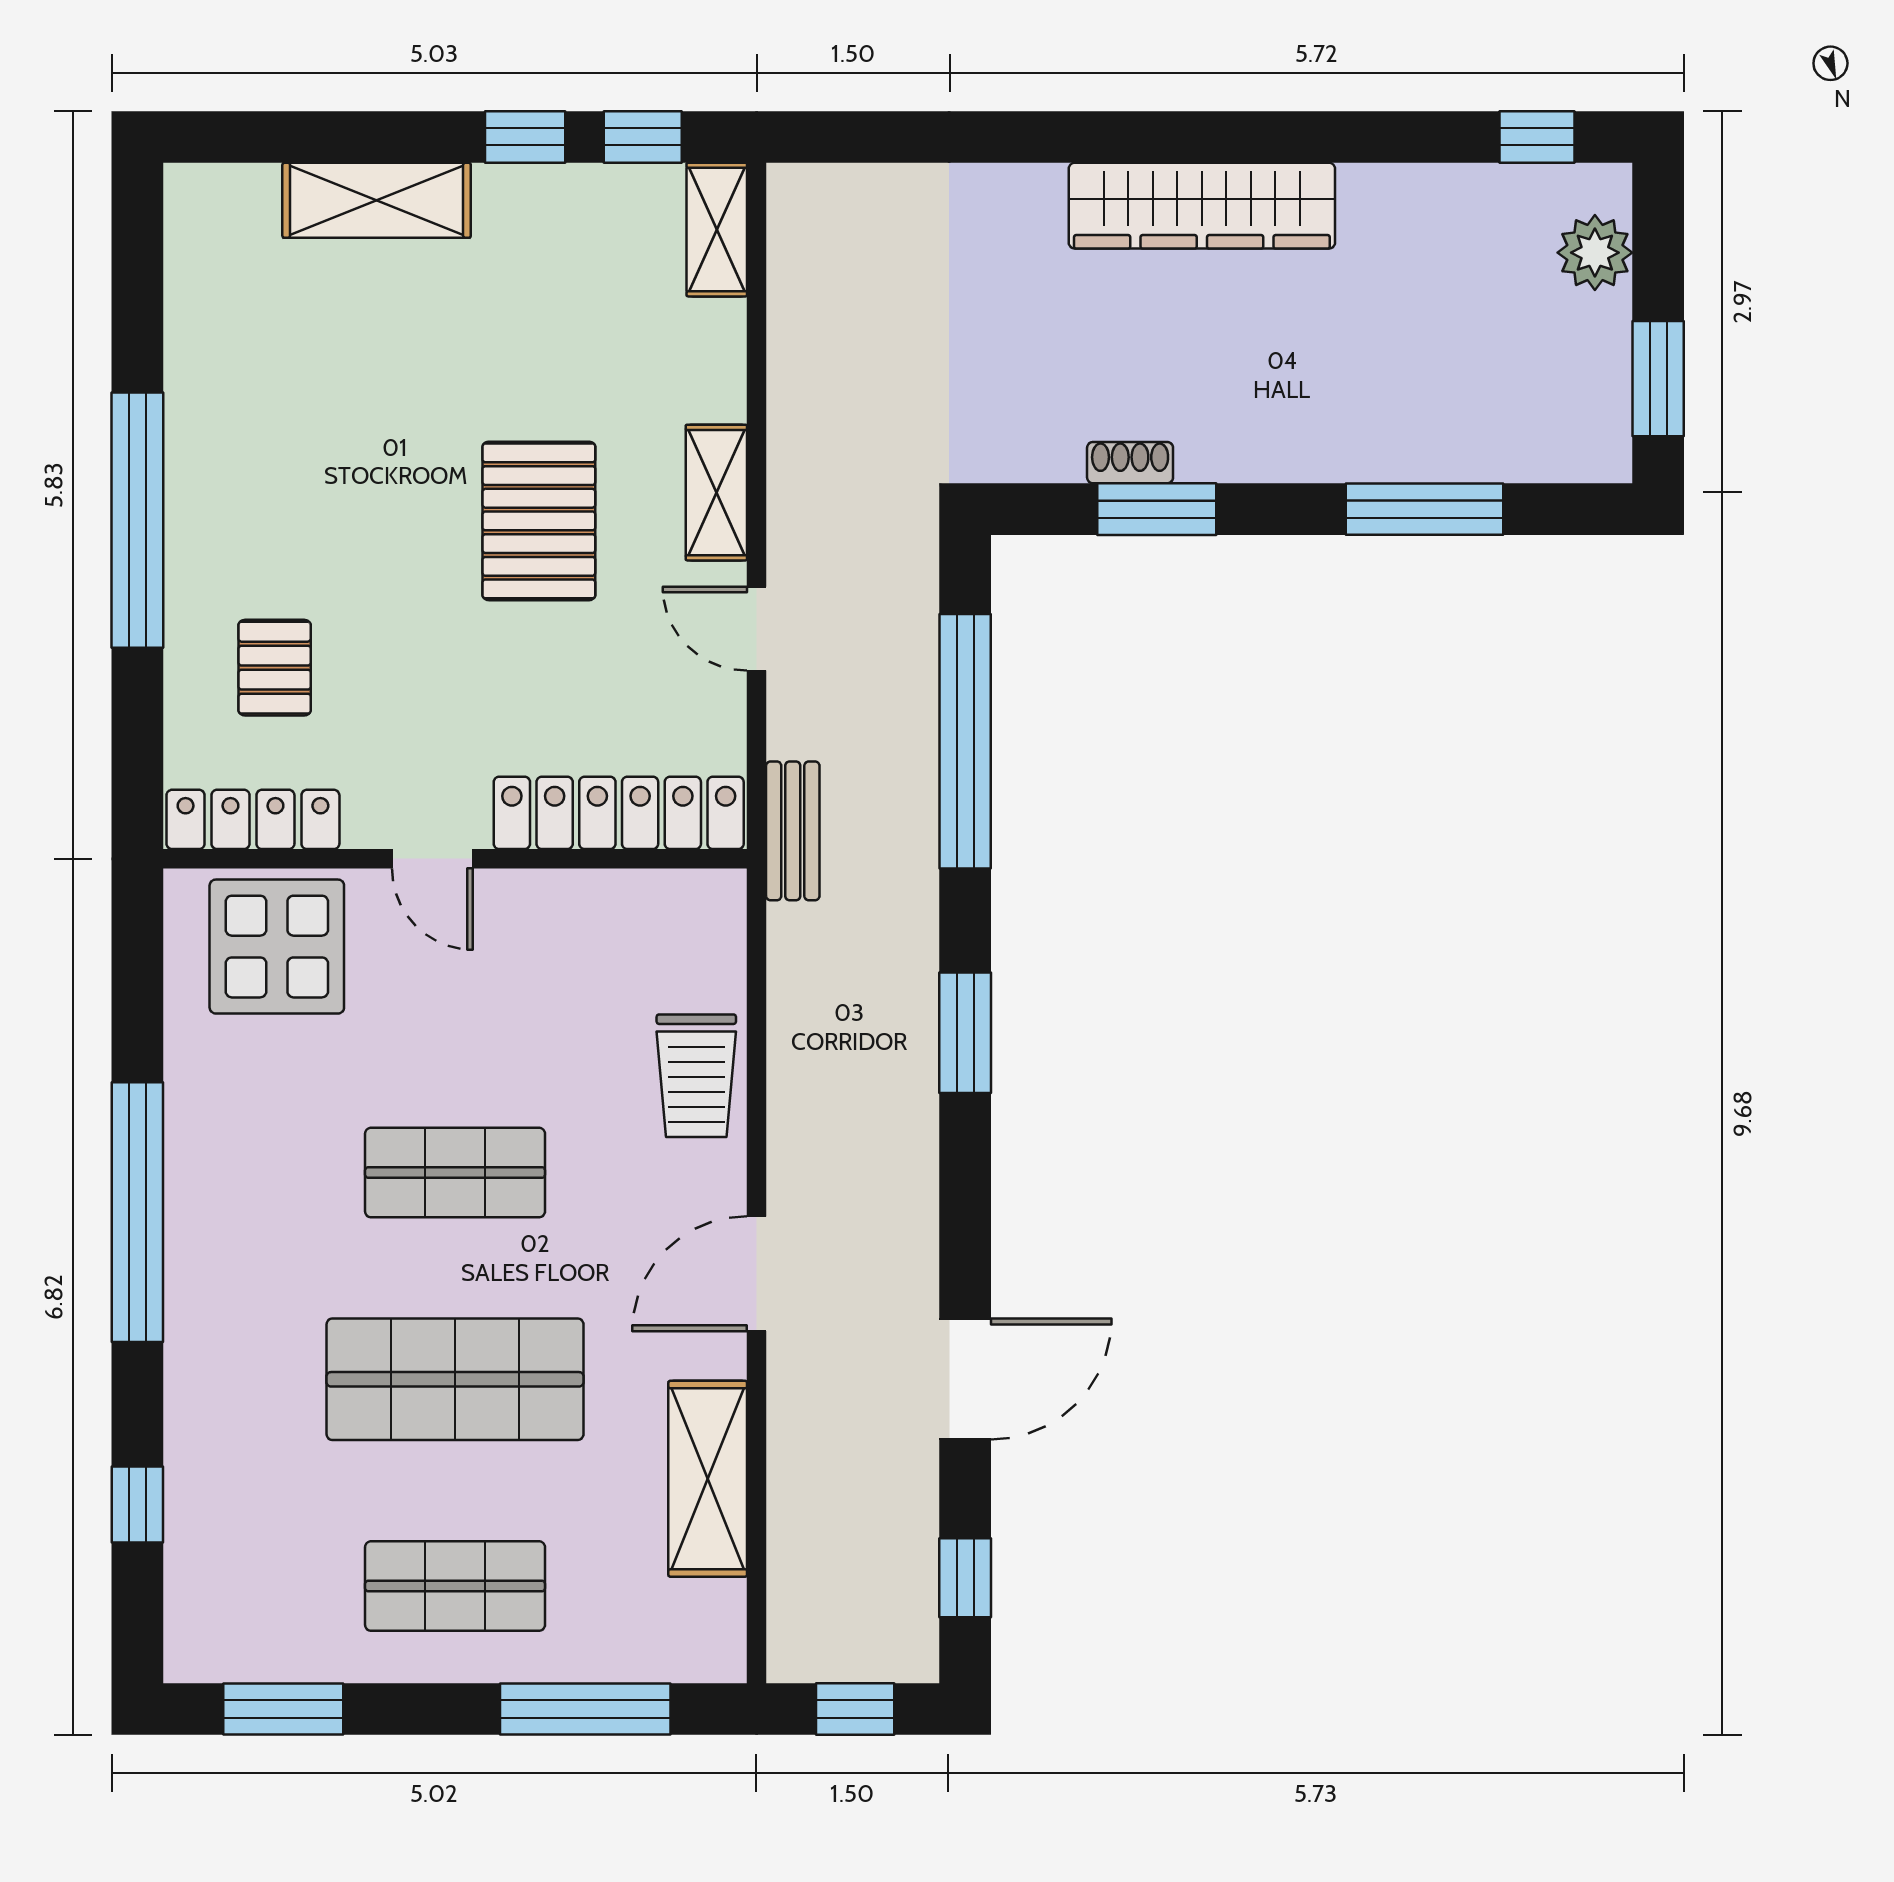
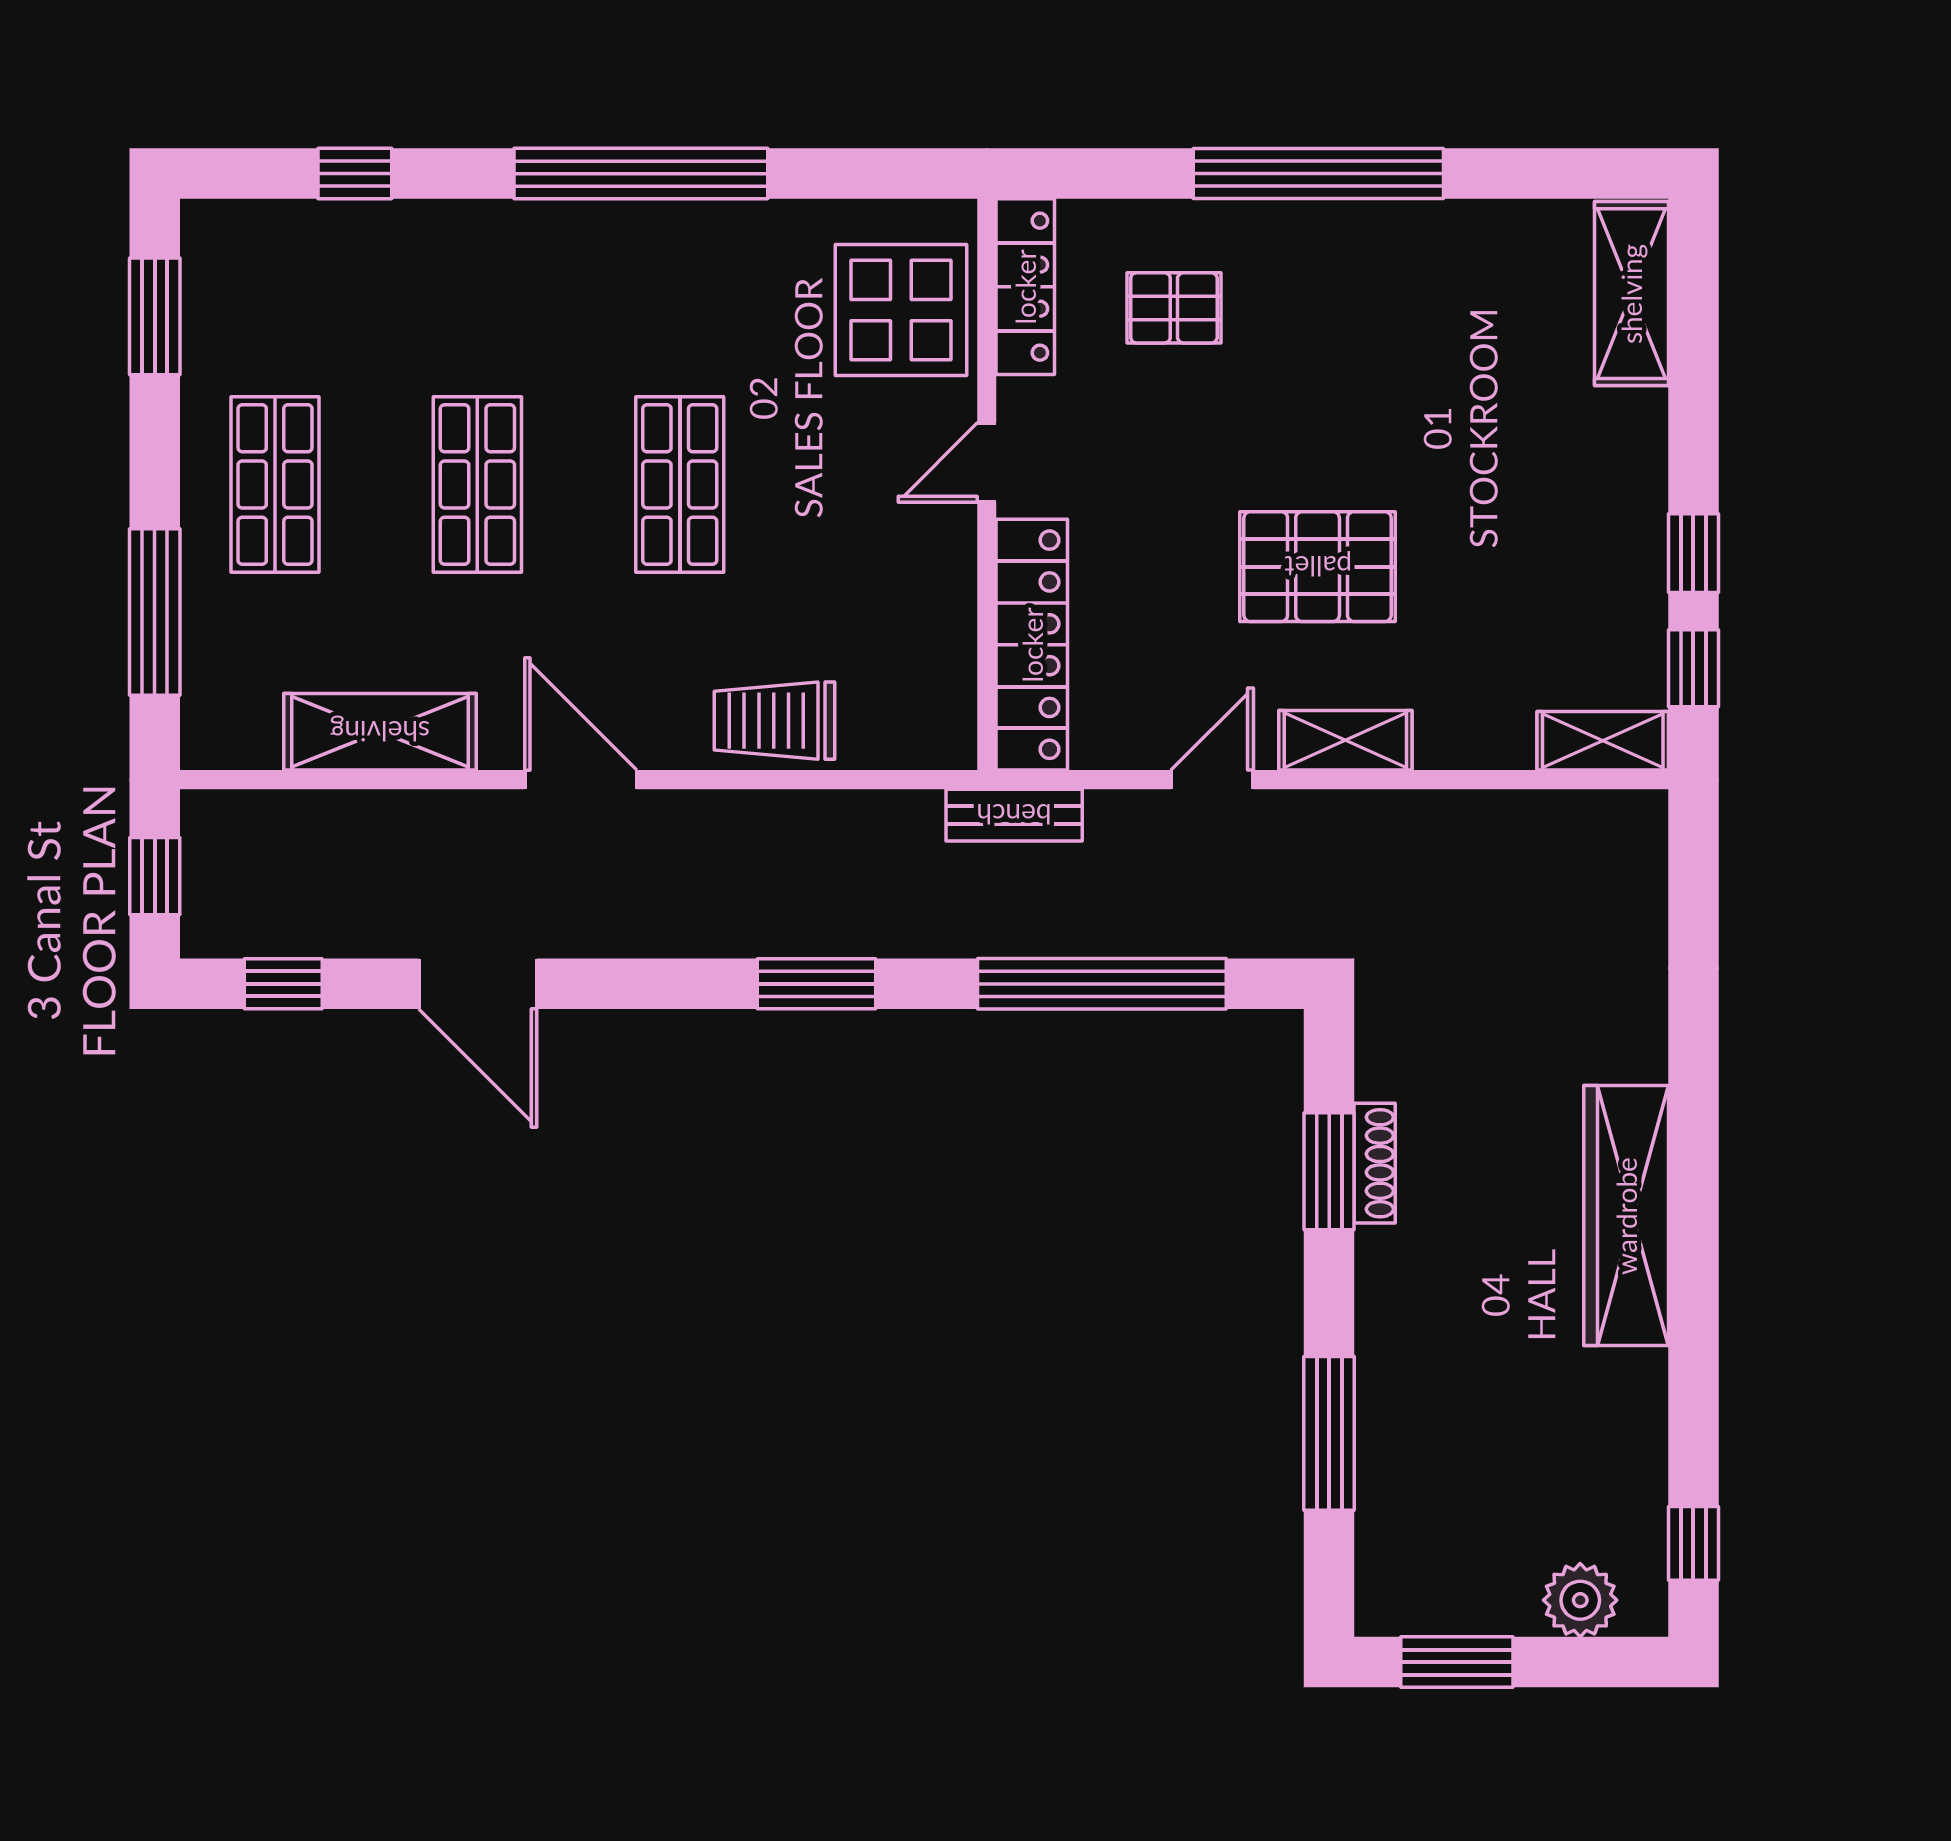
shelving: (377, 200) -> (1631, 294), moved
shoe rack: (1130, 463) -> (1375, 1163), width x1.43
shop shelf: (455, 1379) -> (477, 484), width x0.70, depth x0.74

